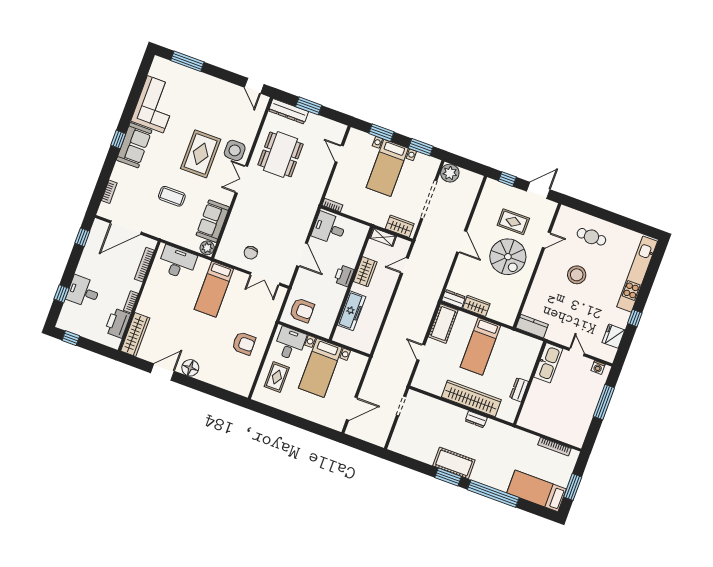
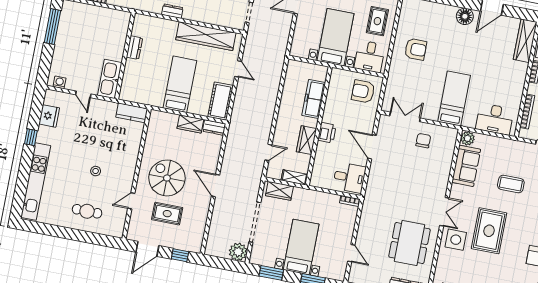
stool: (577, 275) -> (96, 171), width x0.53, depth x0.53
armchair: (244, 343) -> (416, 49), turned 180
wardrobe: (471, 398) -> (206, 36), moved
window: (604, 402) -> (52, 27), moved

